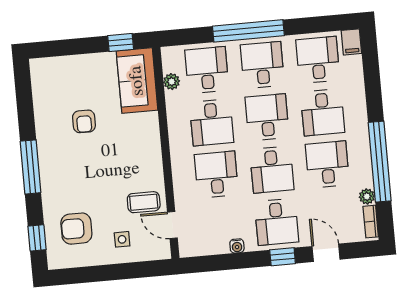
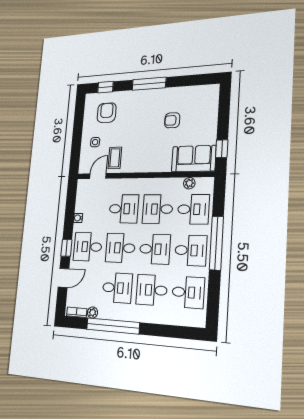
filing cabinet: (351, 42) -> (197, 320), removed

